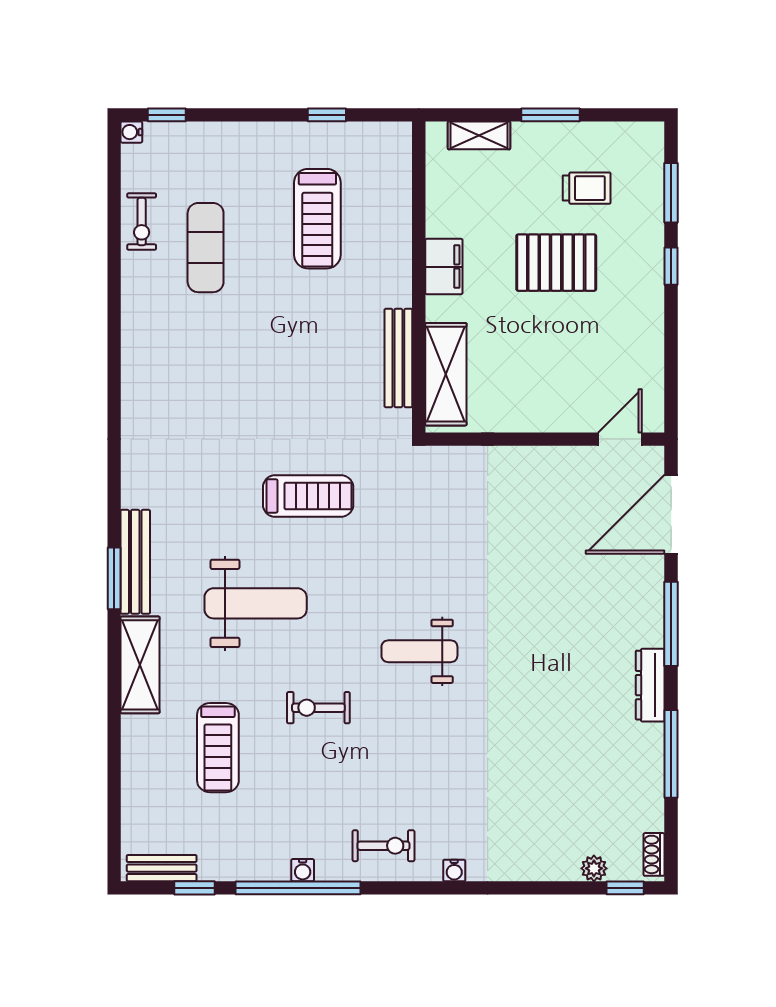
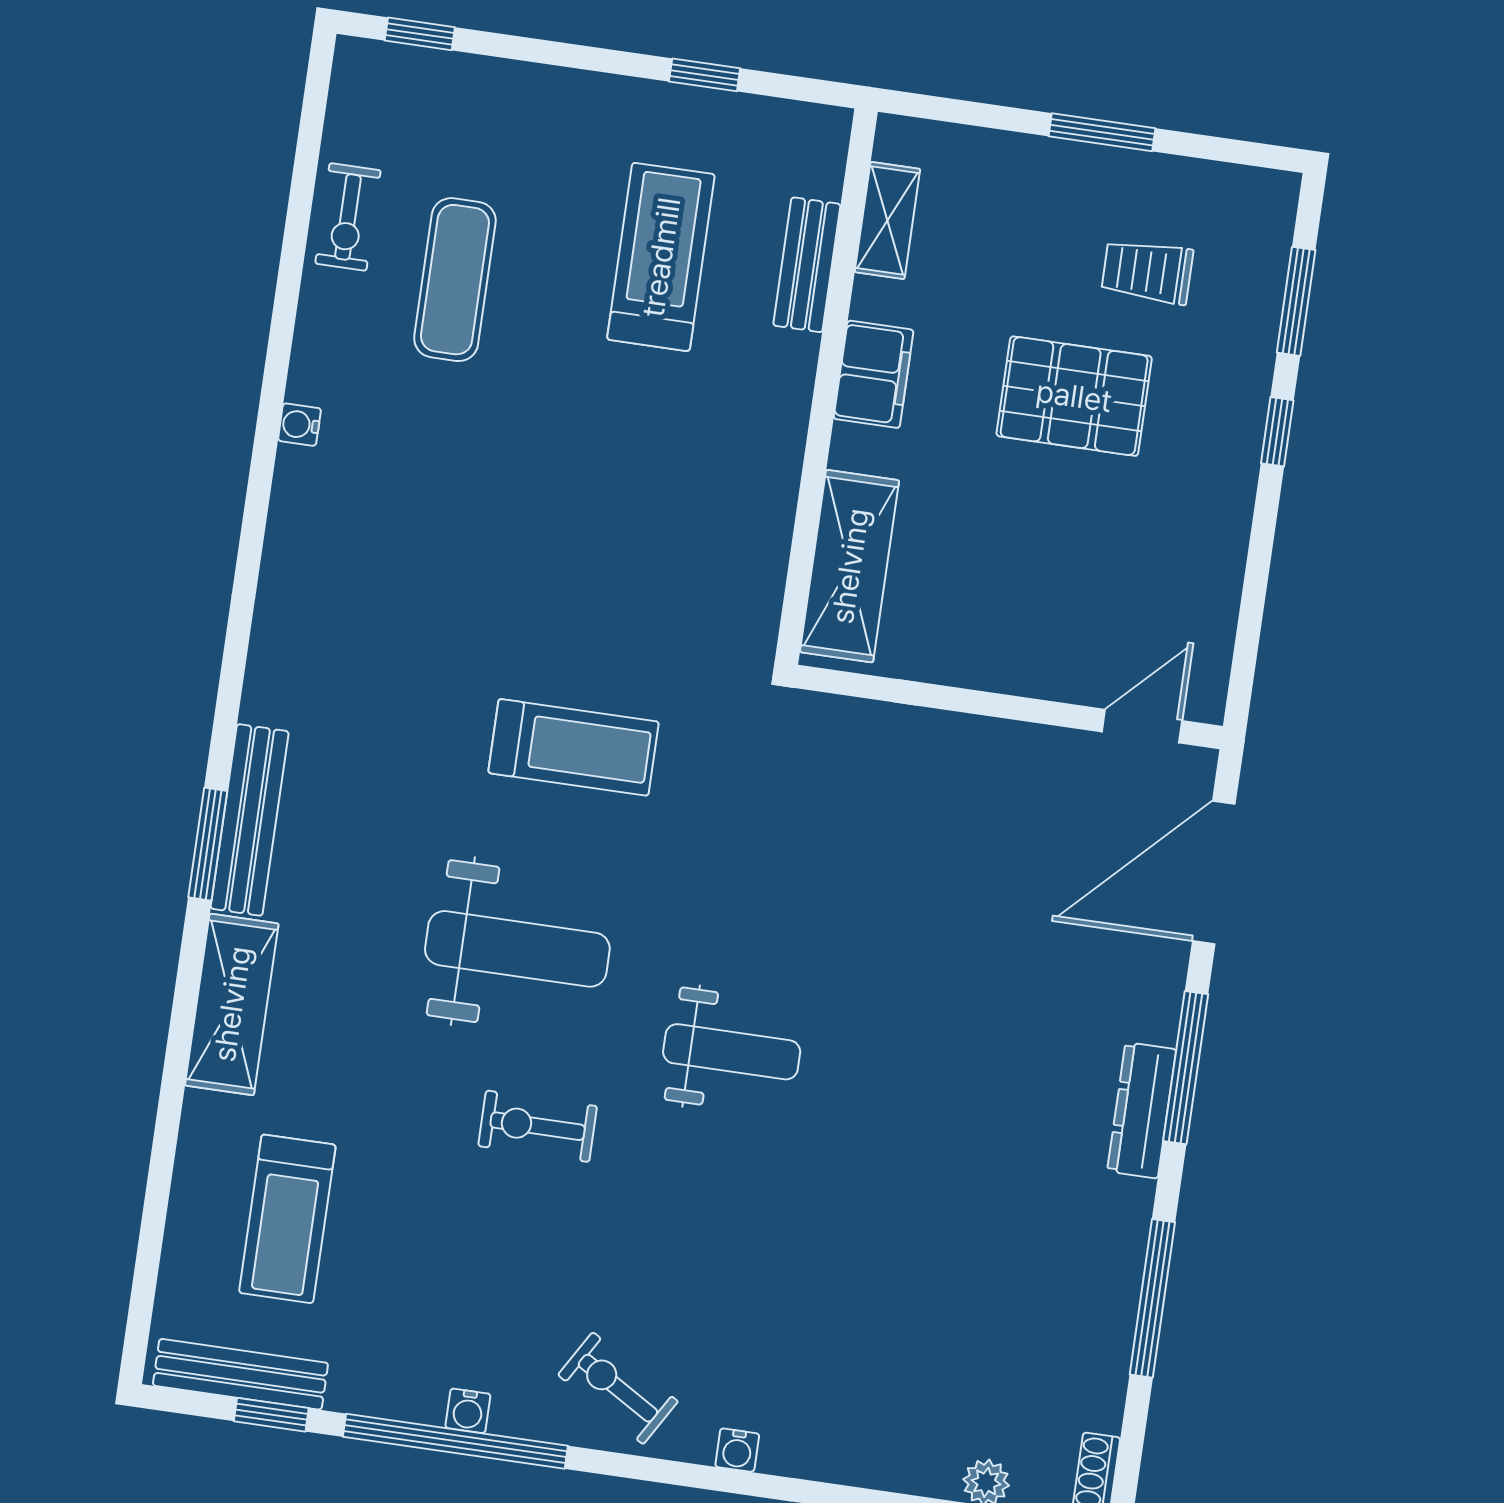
water cooler: (131, 132) -> (299, 425), moved
shelving: (479, 135) -> (887, 220), moved, turned 90
trolley: (587, 188) -> (1147, 272), turned 180
treadmill: (317, 219) -> (661, 257), turned 180
bench: (398, 358) -> (807, 265), moved, width x0.73
weight bench: (256, 603) -> (517, 949), moved
weight bench: (419, 651) -> (732, 1052), turned 180
dresser: (650, 685) -> (1142, 1110), moved
treadmill: (218, 748) -> (287, 1219), moved
exercise bike: (384, 846) -> (618, 1388), turned -149
bench: (162, 868) -> (240, 1374), width x1.36

